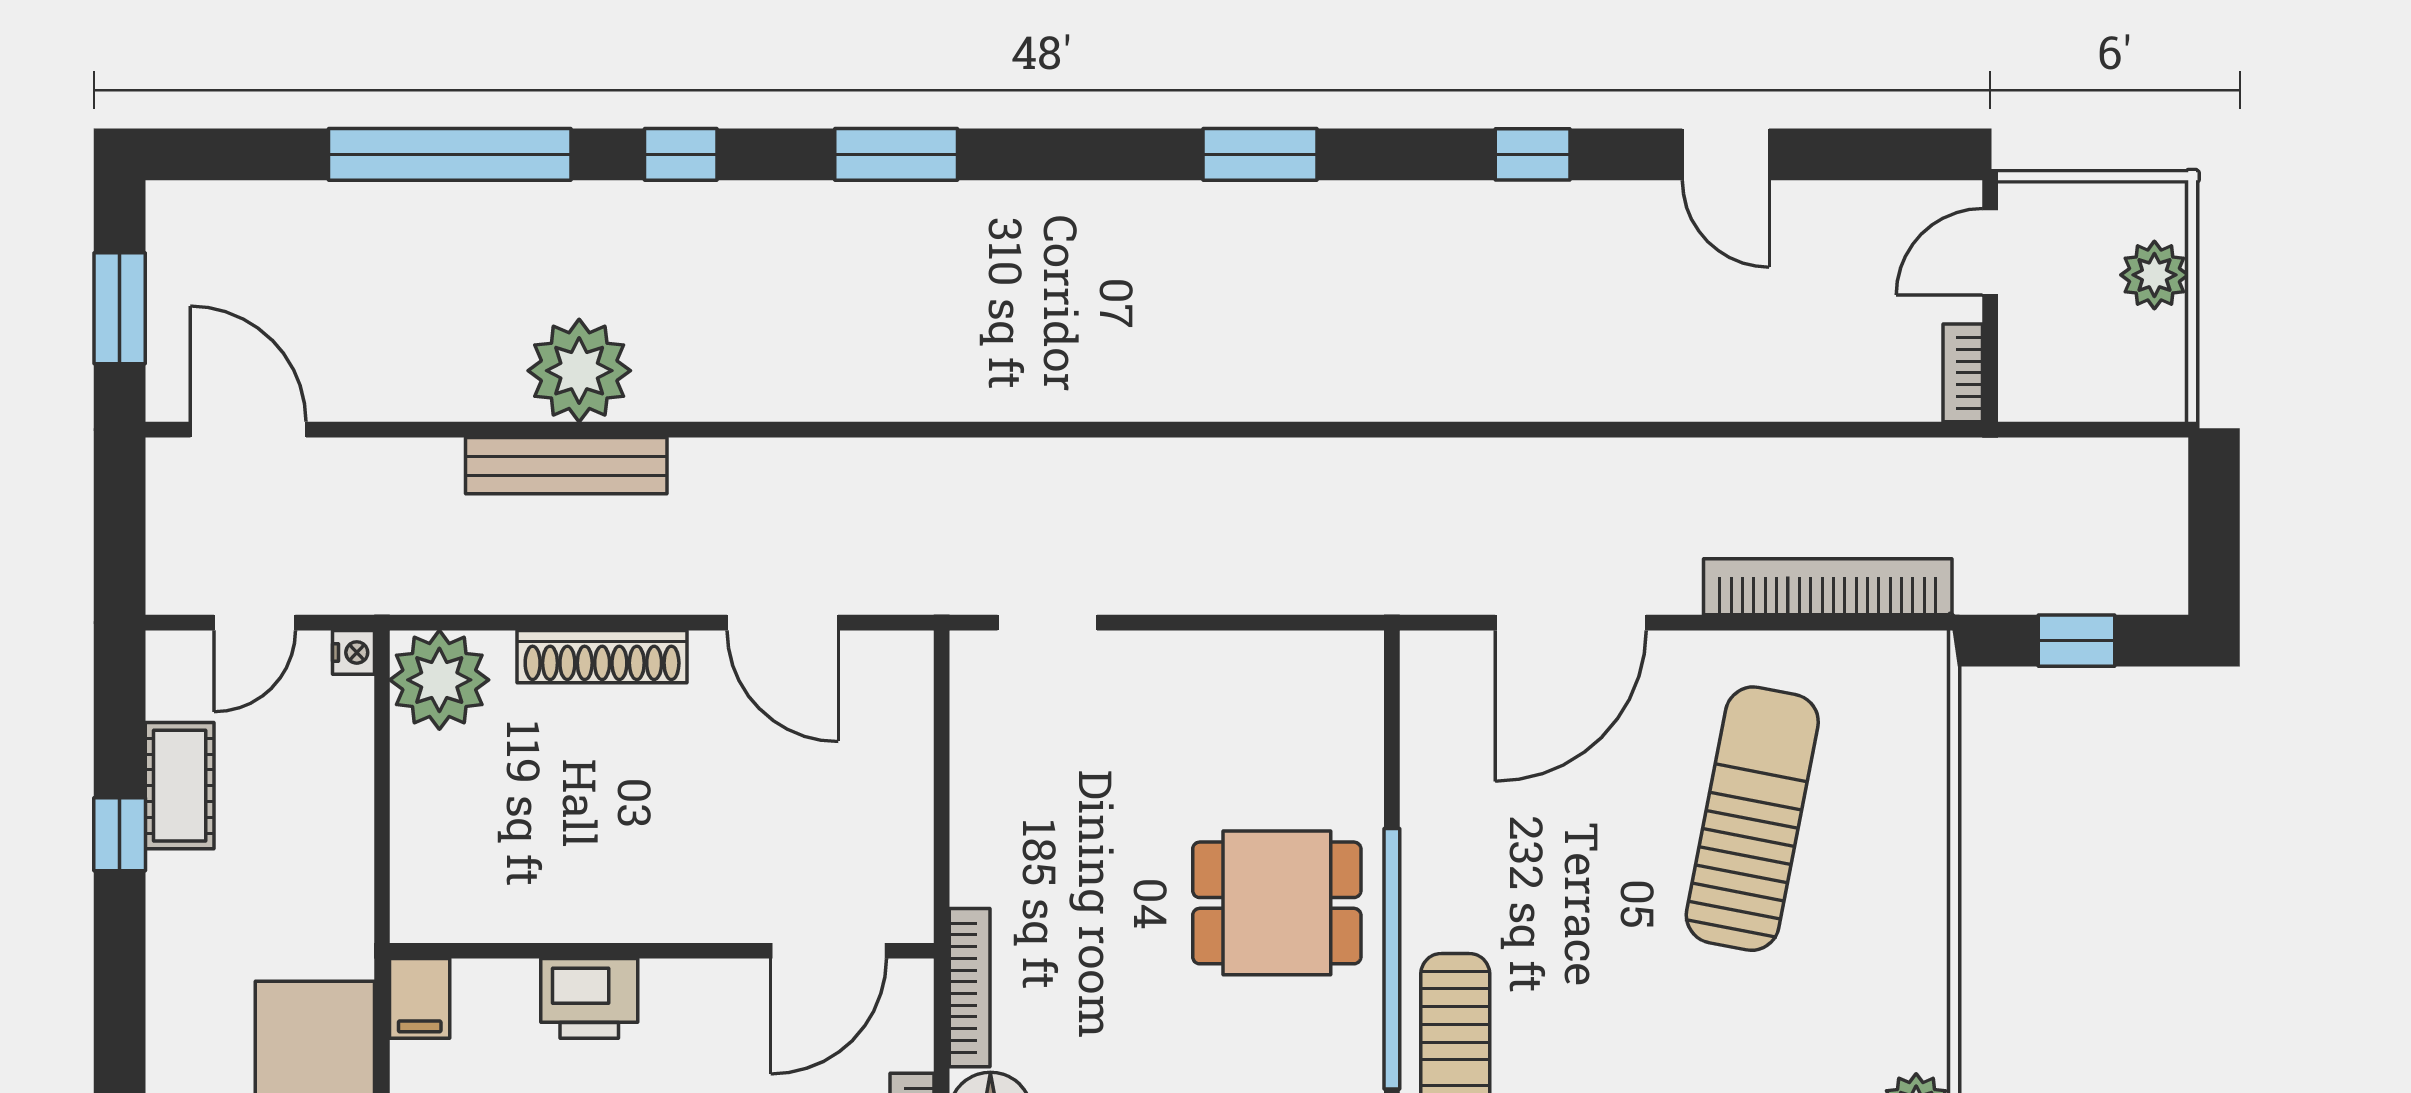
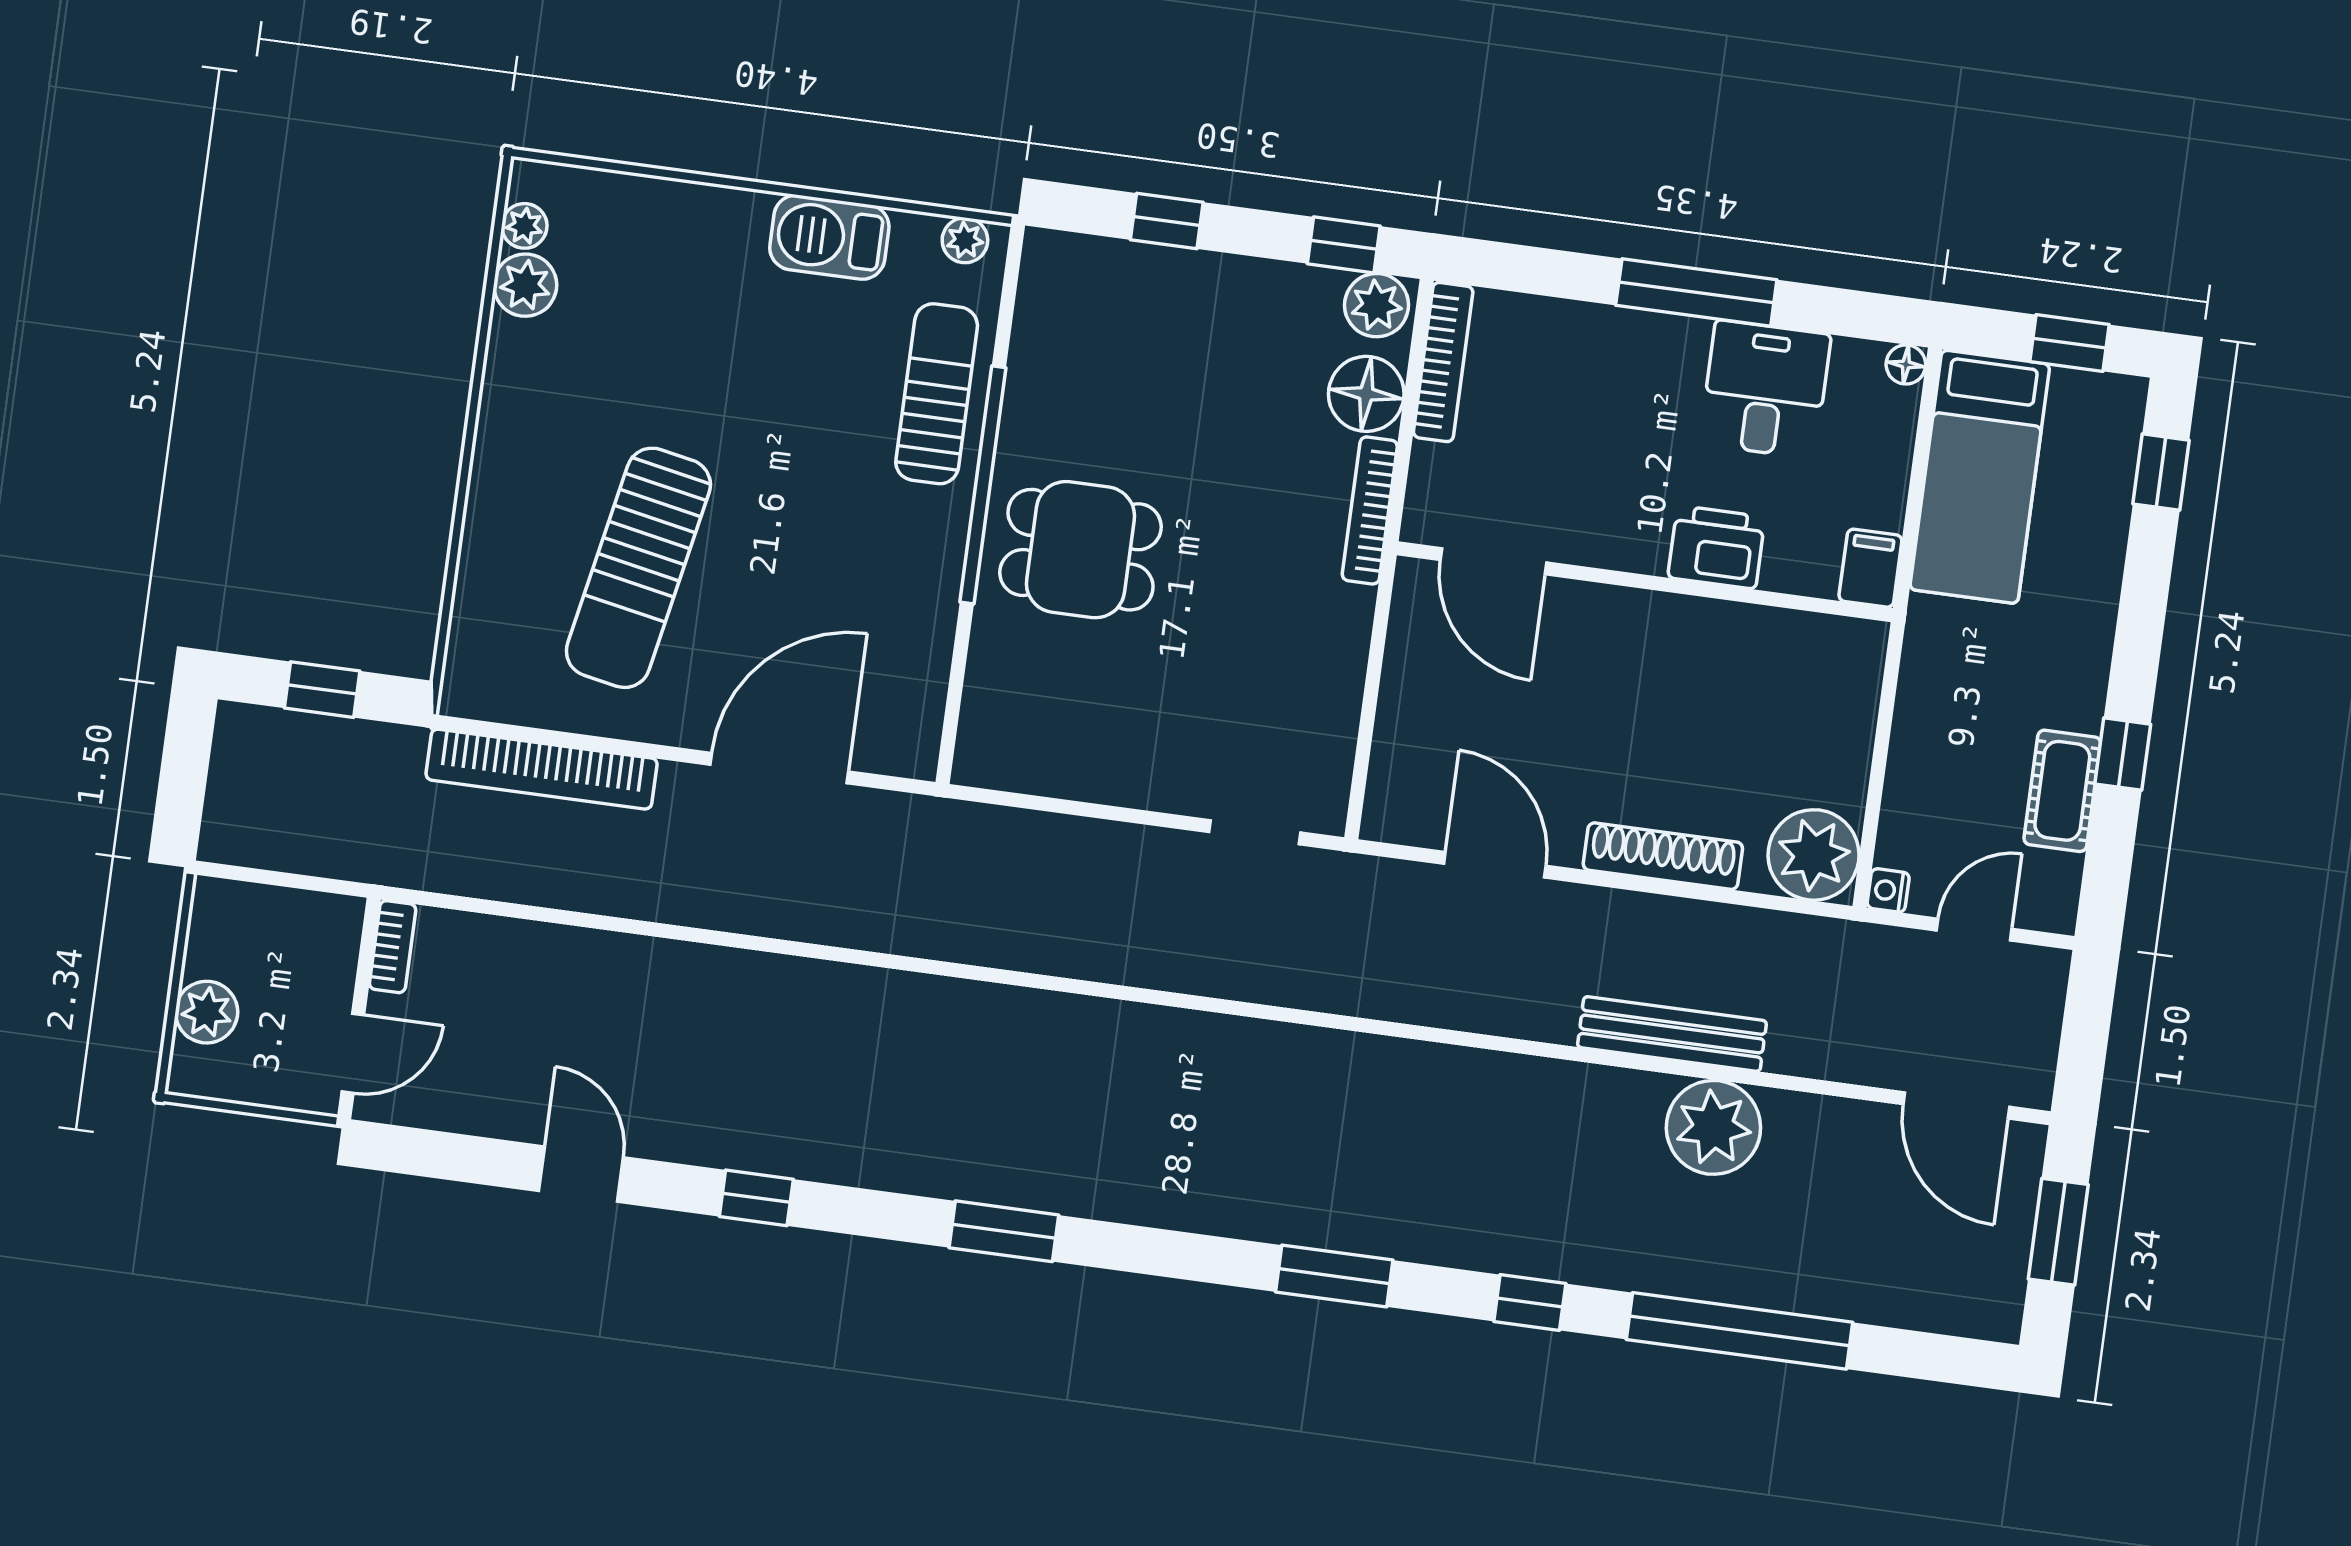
plant: (579, 371) -> (1713, 1127), moved
door: (829, 951) -> (1493, 561), swing flipped

